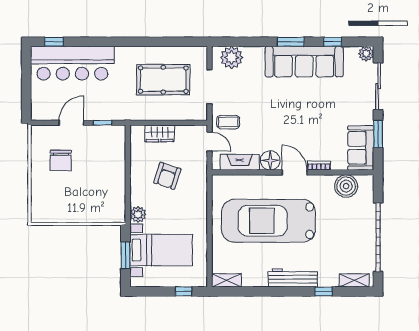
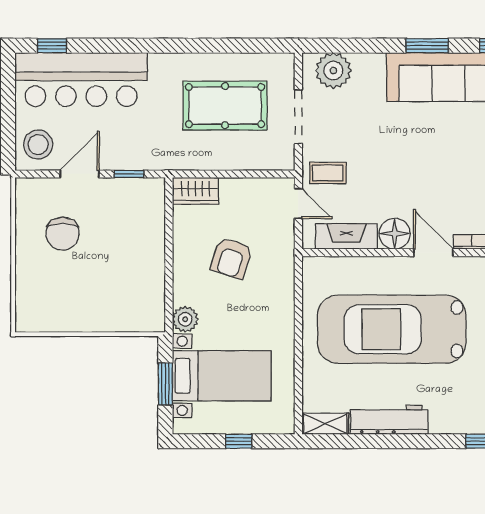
stool: (45, 104) -> (38, 144), added
wardrobe: (160, 133) -> (195, 191), moved
workbench: (293, 278) -> (389, 420), moved
window: (184, 291) -> (239, 441), moved

